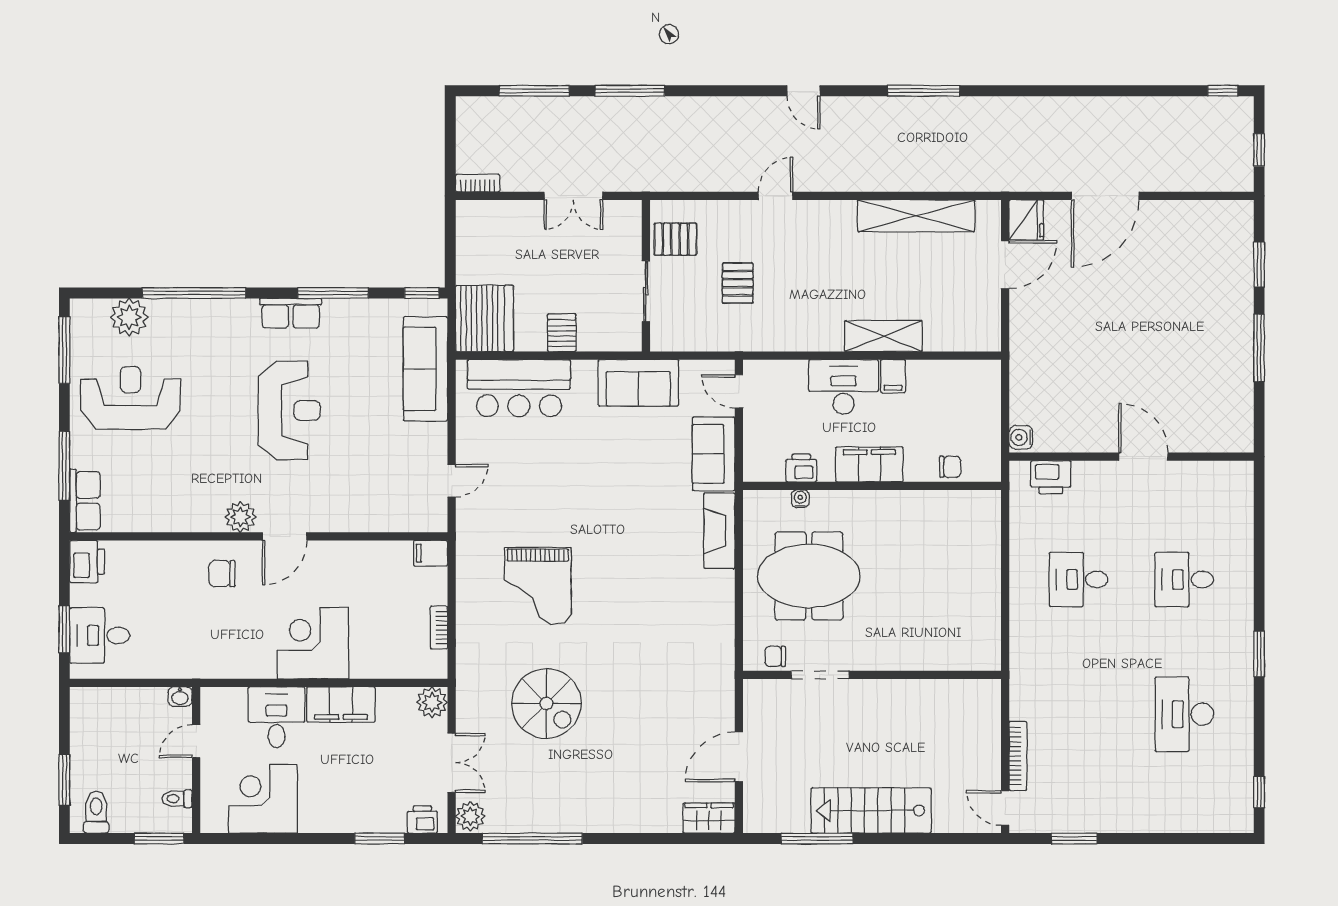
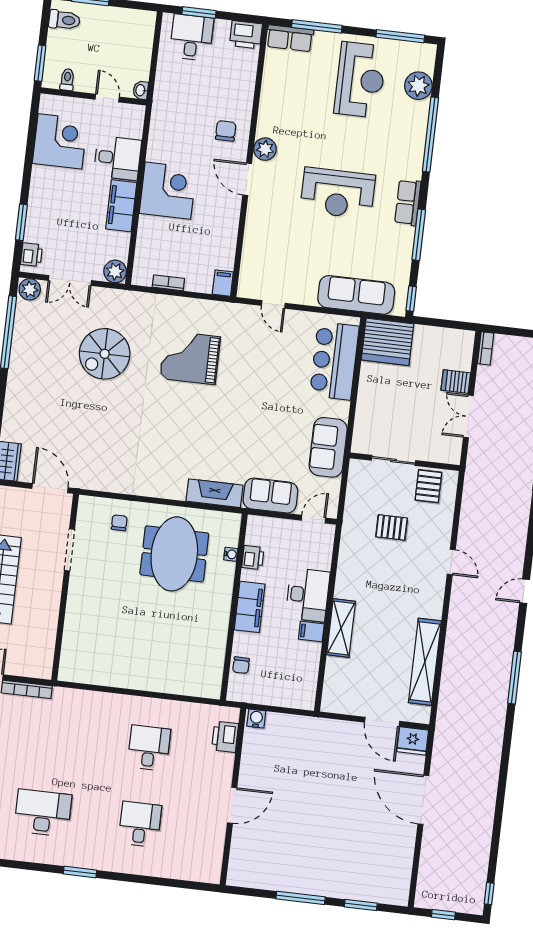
server rack: (562, 333) -> (456, 381), moved, turned 180
doorway: (820, 675) -> (69, 550), moved
wall: (872, 675) -> (65, 587), moved

